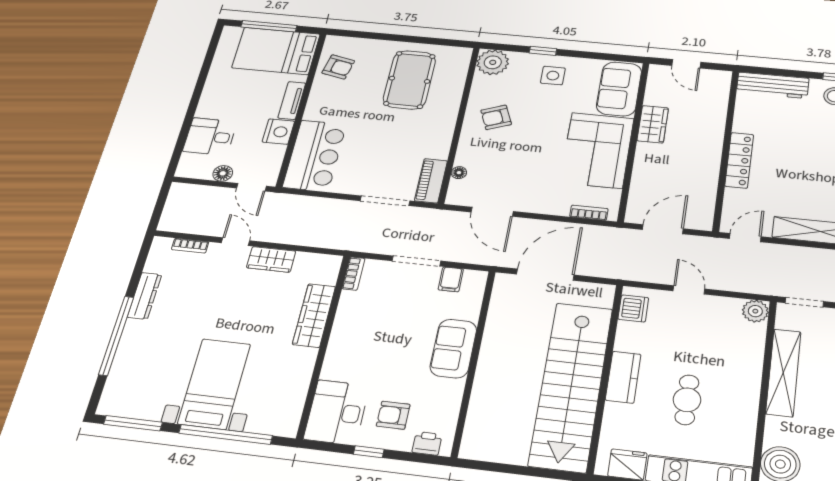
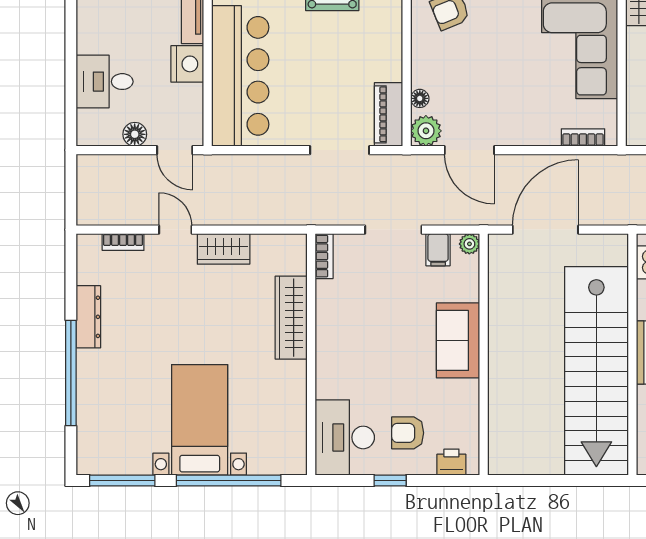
bar counter: (315, 156) -> (240, 76), width x1.36
plant: (459, 195) -> (426, 131), added
plant: (478, 278) -> (469, 244), added

